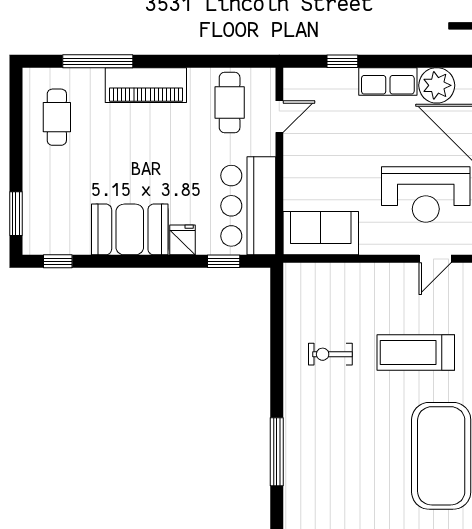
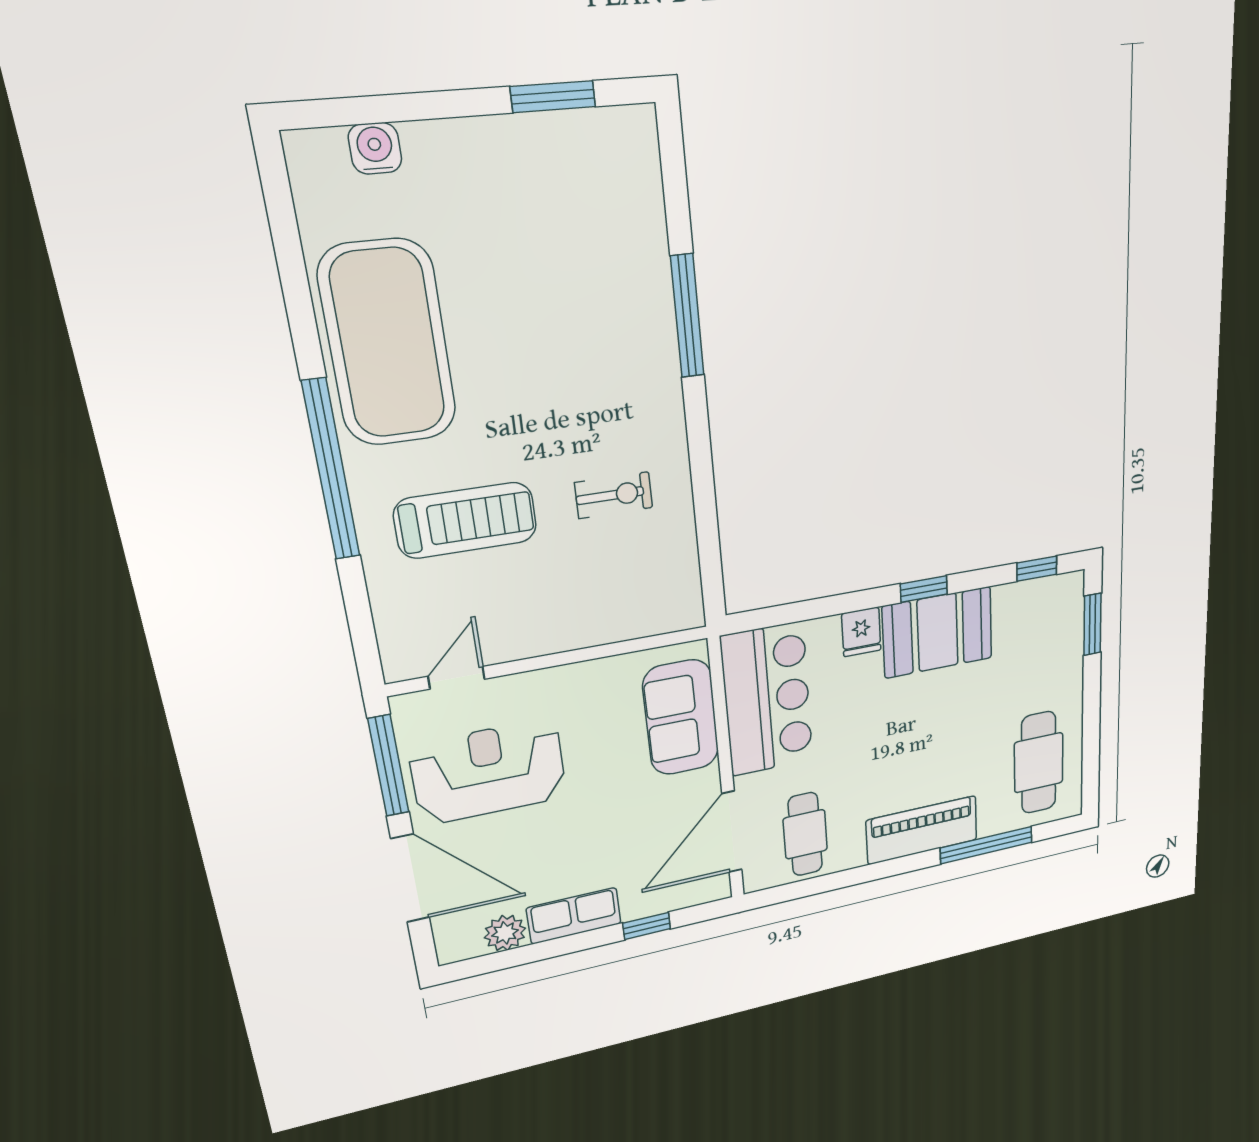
plant: (437, 85) -> (505, 933), width x0.73, depth x0.73
cafe table: (57, 117) -> (1039, 763), width x1.37, depth x1.35
door: (279, 117) -> (732, 832), width x1.88
sofa: (321, 233) -> (681, 717), moved, turned 90
window: (224, 261) -> (924, 589), moved

